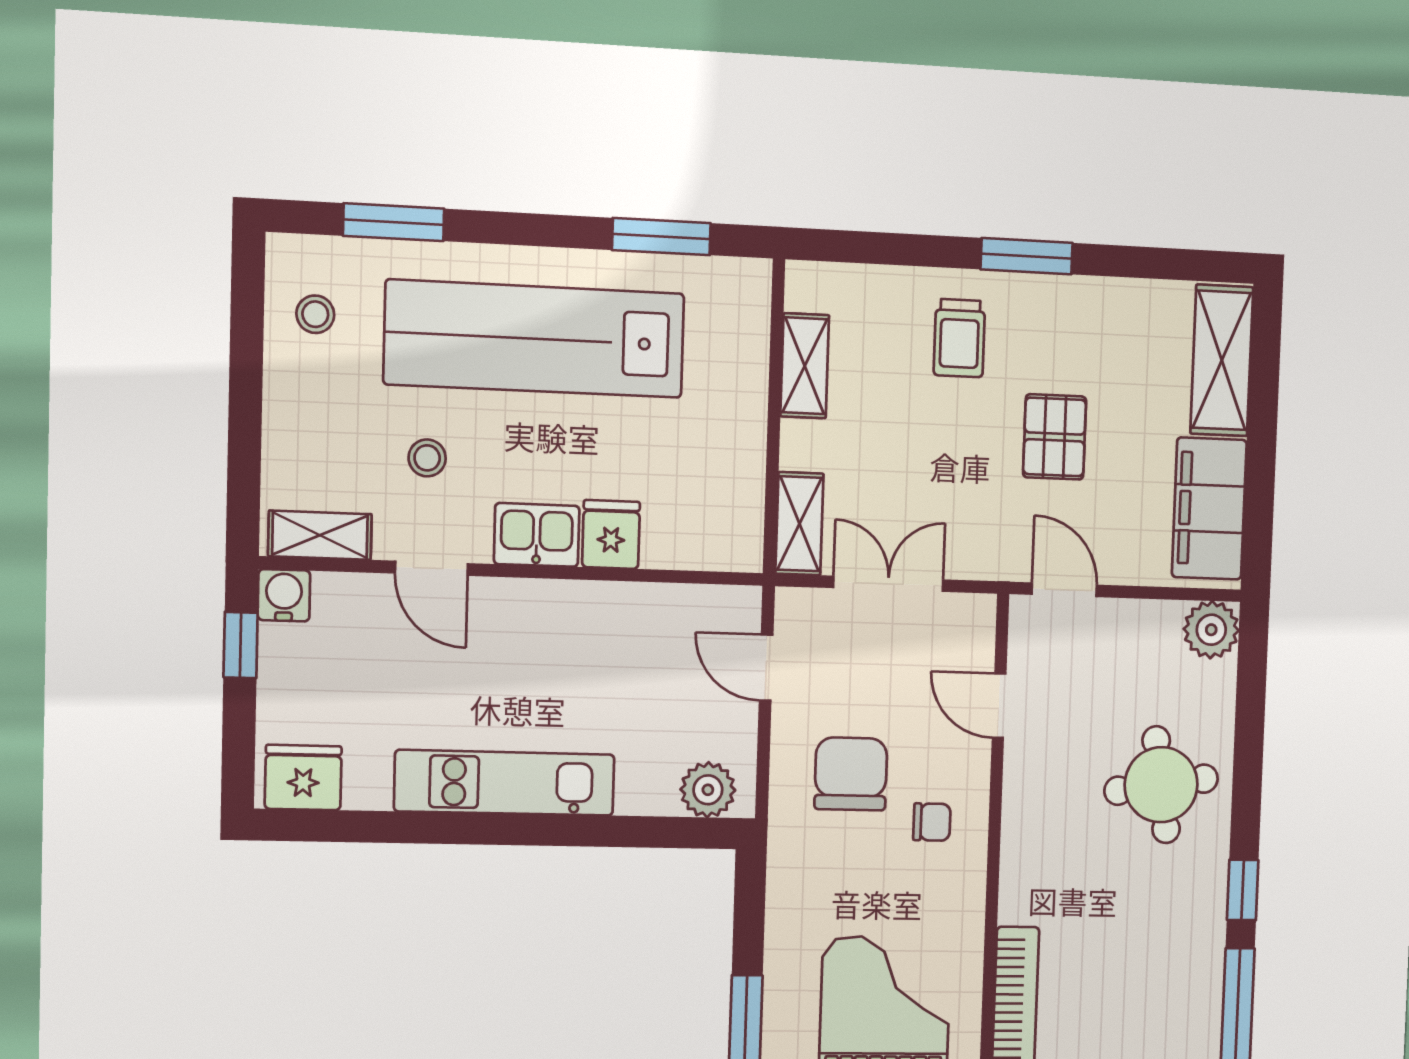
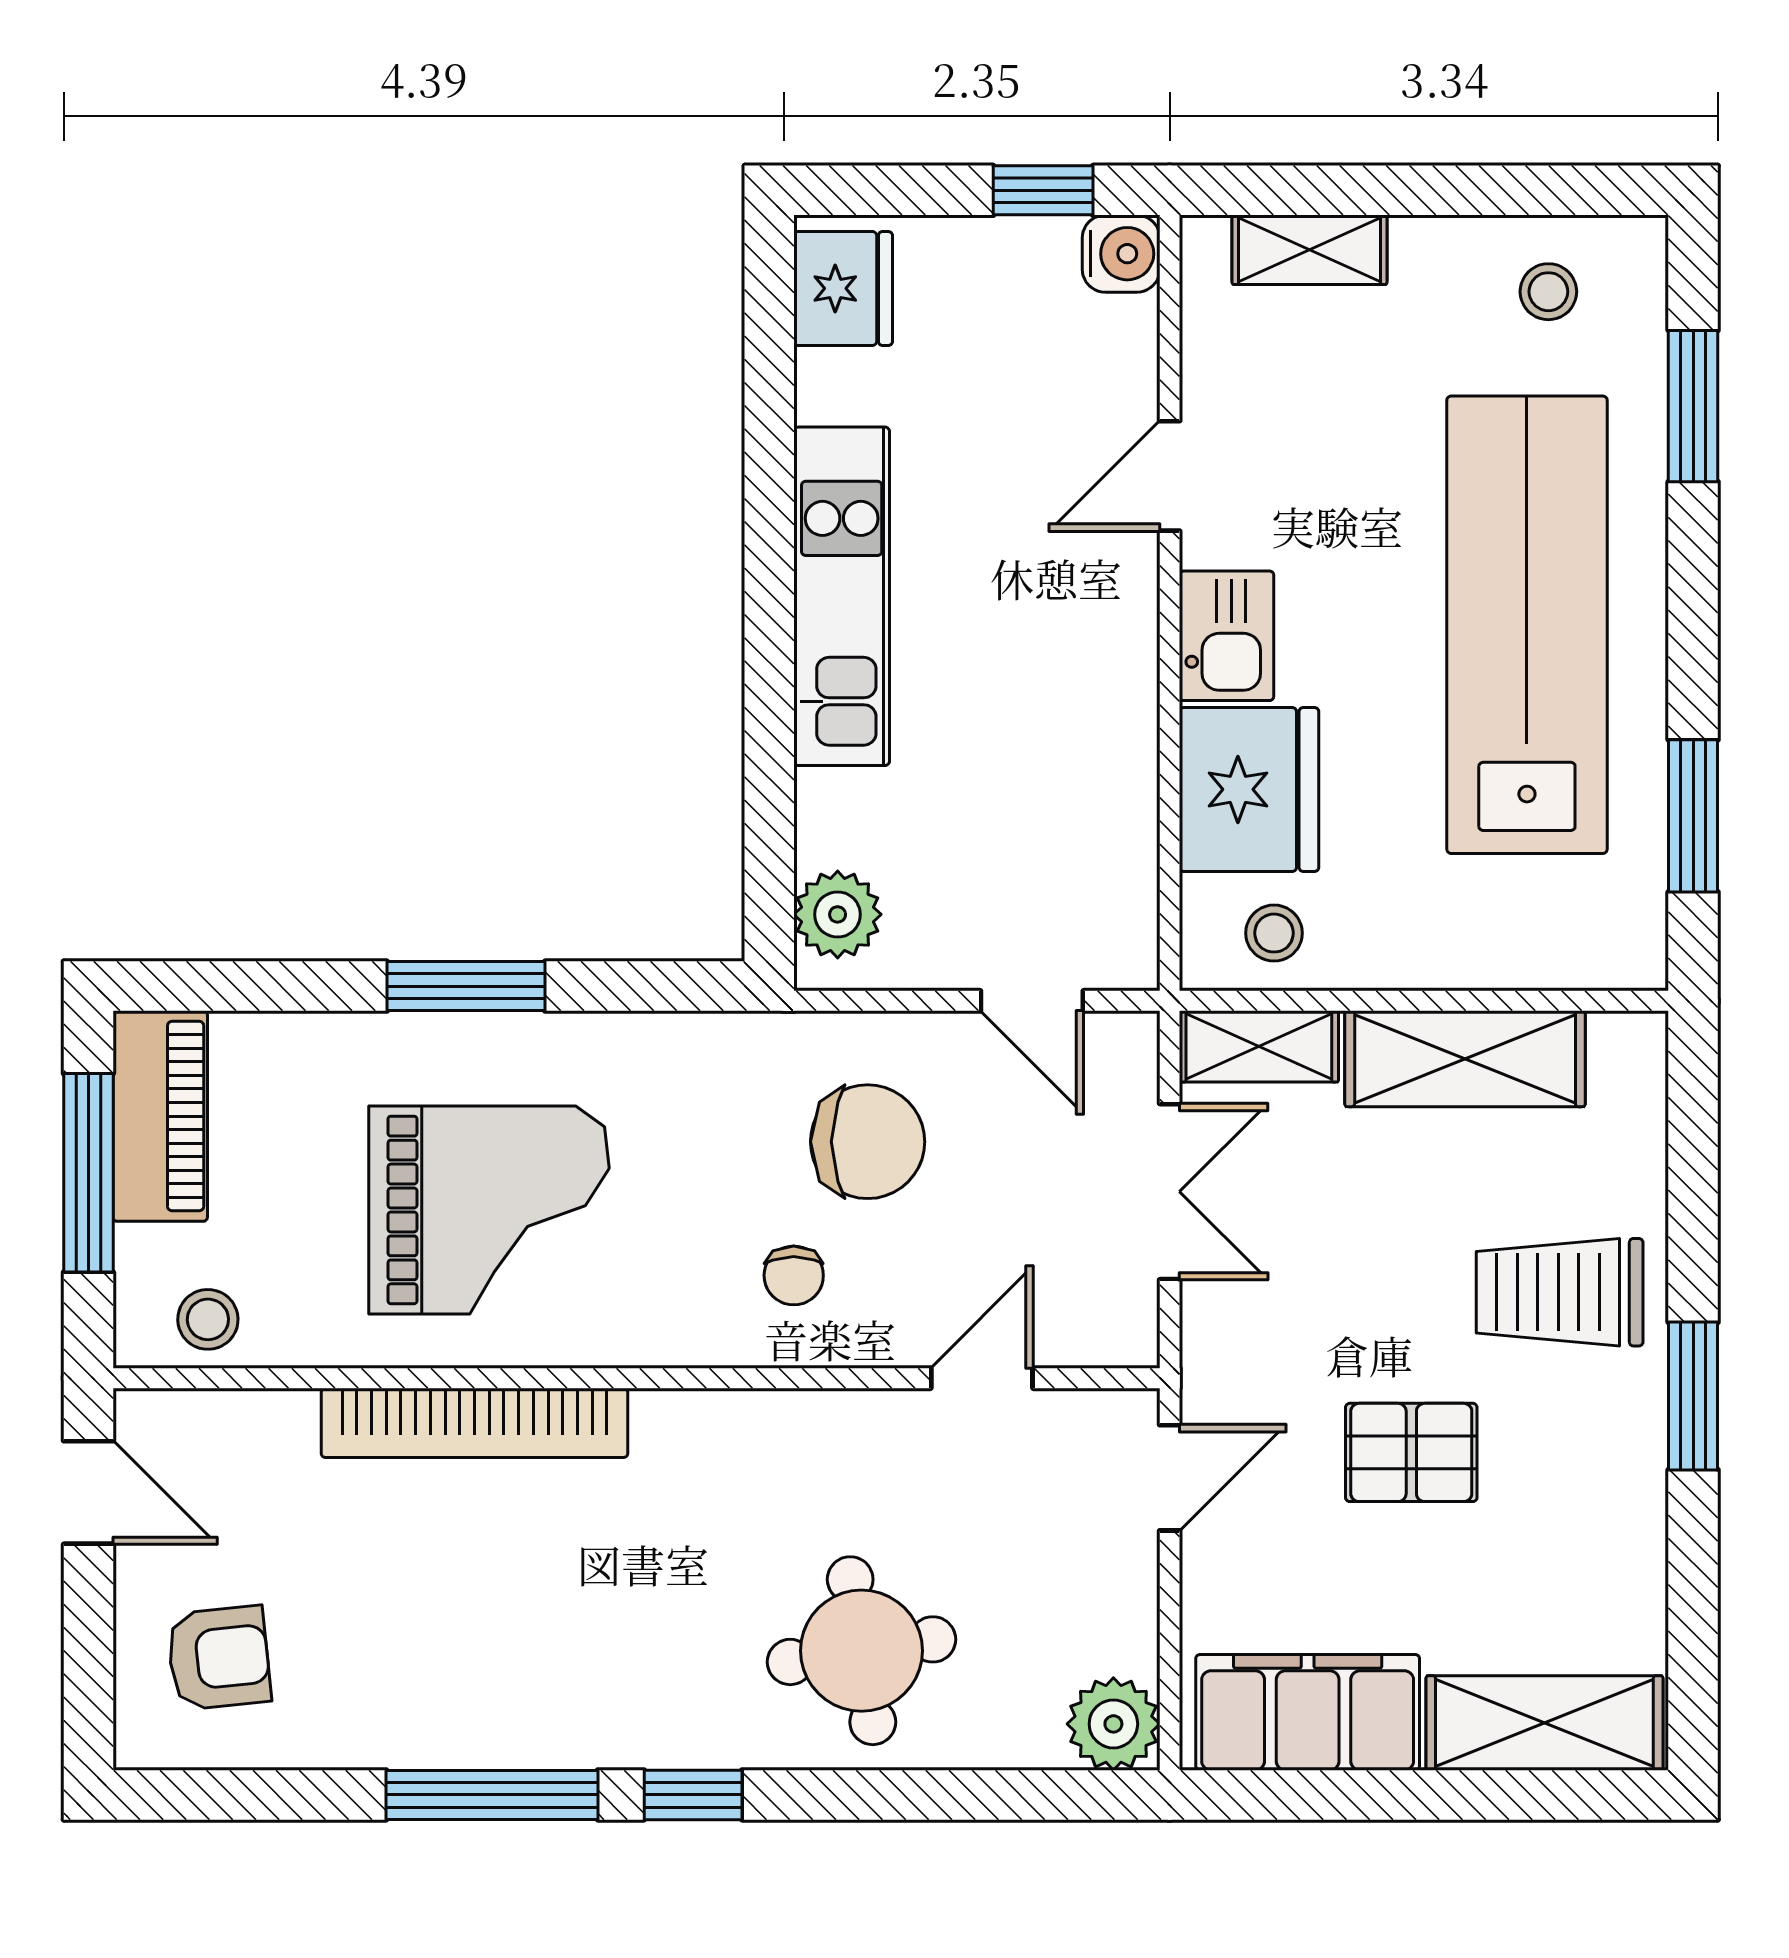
trolley: (959, 338) -> (1560, 1292), width x1.36, depth x1.39
shelving: (805, 366) -> (1465, 1059), width x1.50, depth x1.33
stool: (427, 458) -> (1274, 933), moved
fridge: (611, 534) -> (1249, 789), width x1.88, depth x1.34
shelving: (320, 535) -> (1310, 250), moved, turned 90
door: (766, 668) -> (1032, 1001), swing flipped

